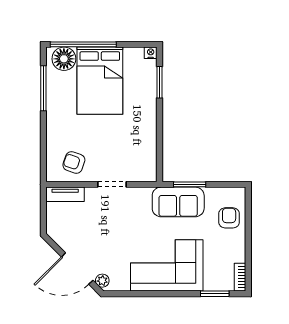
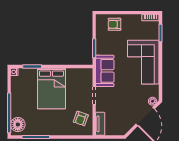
bed: (100, 81) -> (51, 89), moved, turned 90
sofa: (178, 202) -> (105, 71), moved

